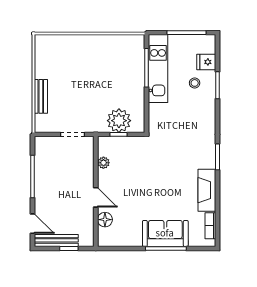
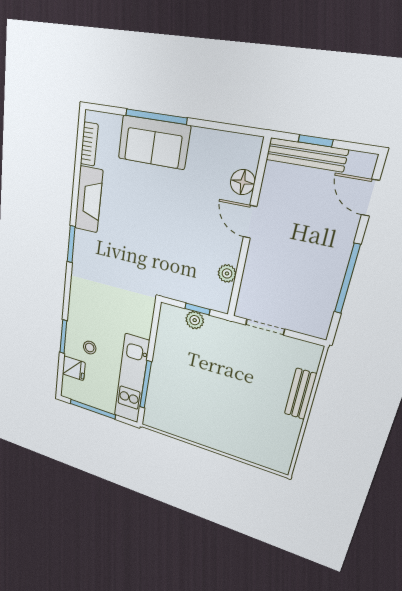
plant: (119, 121) -> (195, 320), width x0.53, depth x0.53
bench: (56, 240) -> (306, 155), moved

